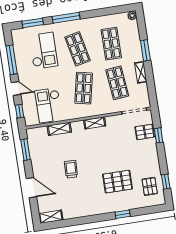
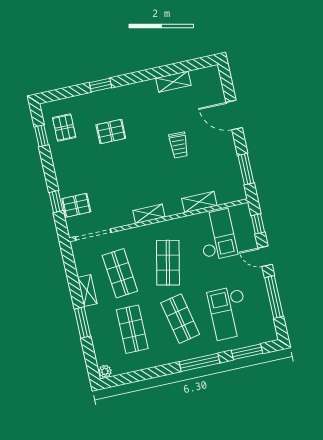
pallet: (117, 182) -> (111, 132), width x0.67, depth x0.71
shelving: (51, 217) -> (173, 82), moved

